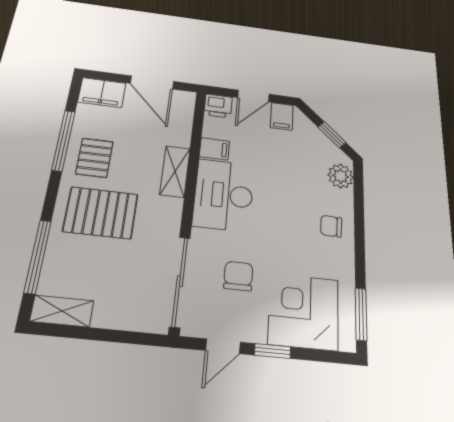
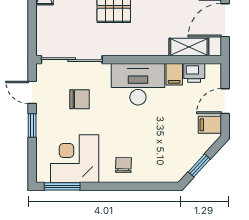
door: (253, 96) -> (225, 101), hinge flipped
printer: (218, 106) -> (194, 73), moved, turned -90
shelving: (175, 171) -> (189, 47), moved
plant: (341, 176) -> (165, 172), removed
corner desk: (304, 312) -> (75, 159), moved, turned -90

